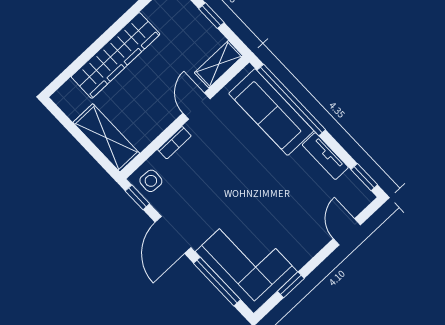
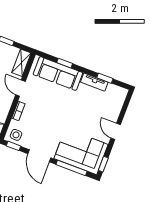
window: (291, 100) -> (65, 63), width x0.32
window: (364, 177) -> (105, 78), moved
door: (347, 232) -> (116, 131), moved
window: (291, 285) -> (103, 164), moved

